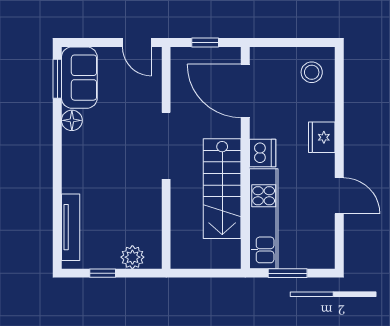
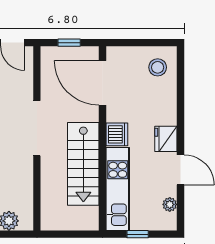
fridge: (322, 137) -> (166, 139), moved
plant: (326, 238) -> (170, 204), added
window: (288, 273) -> (138, 234), width x0.67

